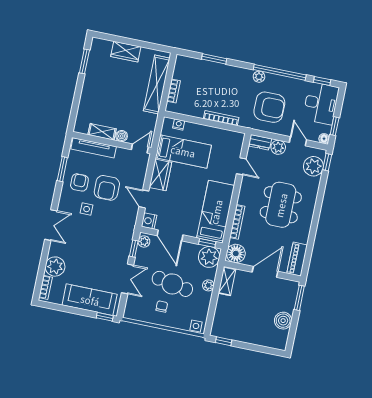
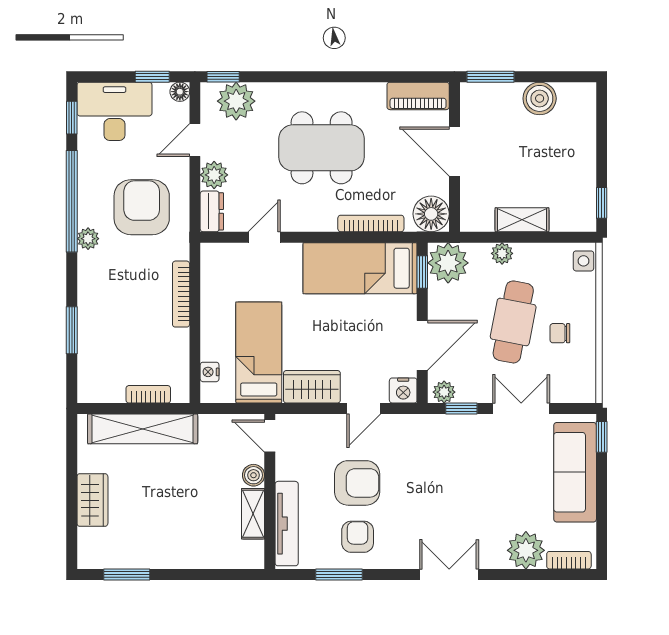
armchair: (79, 182) -> (358, 537), turned 90
side table: (87, 209) -> (405, 513), removed
shelving: (227, 281) -> (522, 220), moved

